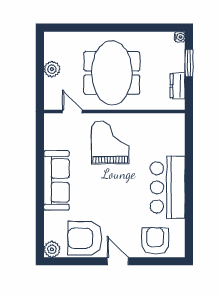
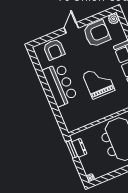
window: (189, 63) -> (72, 149), moved
grand piano: (110, 143) -> (99, 82), moved, turned 180
door: (118, 261) -> (71, 28), swing flipped

